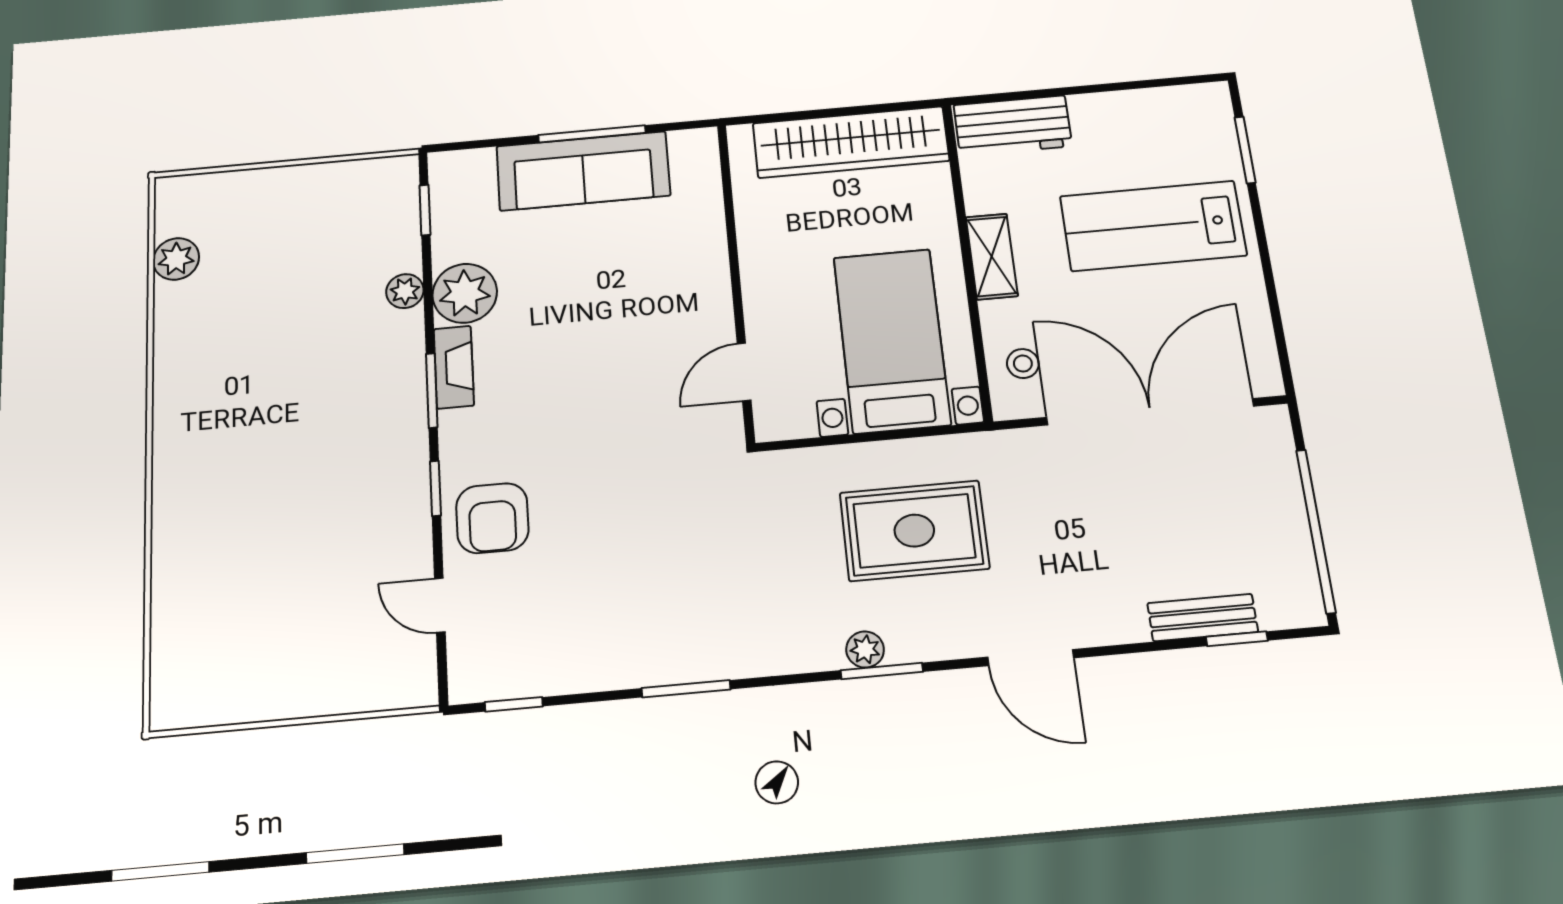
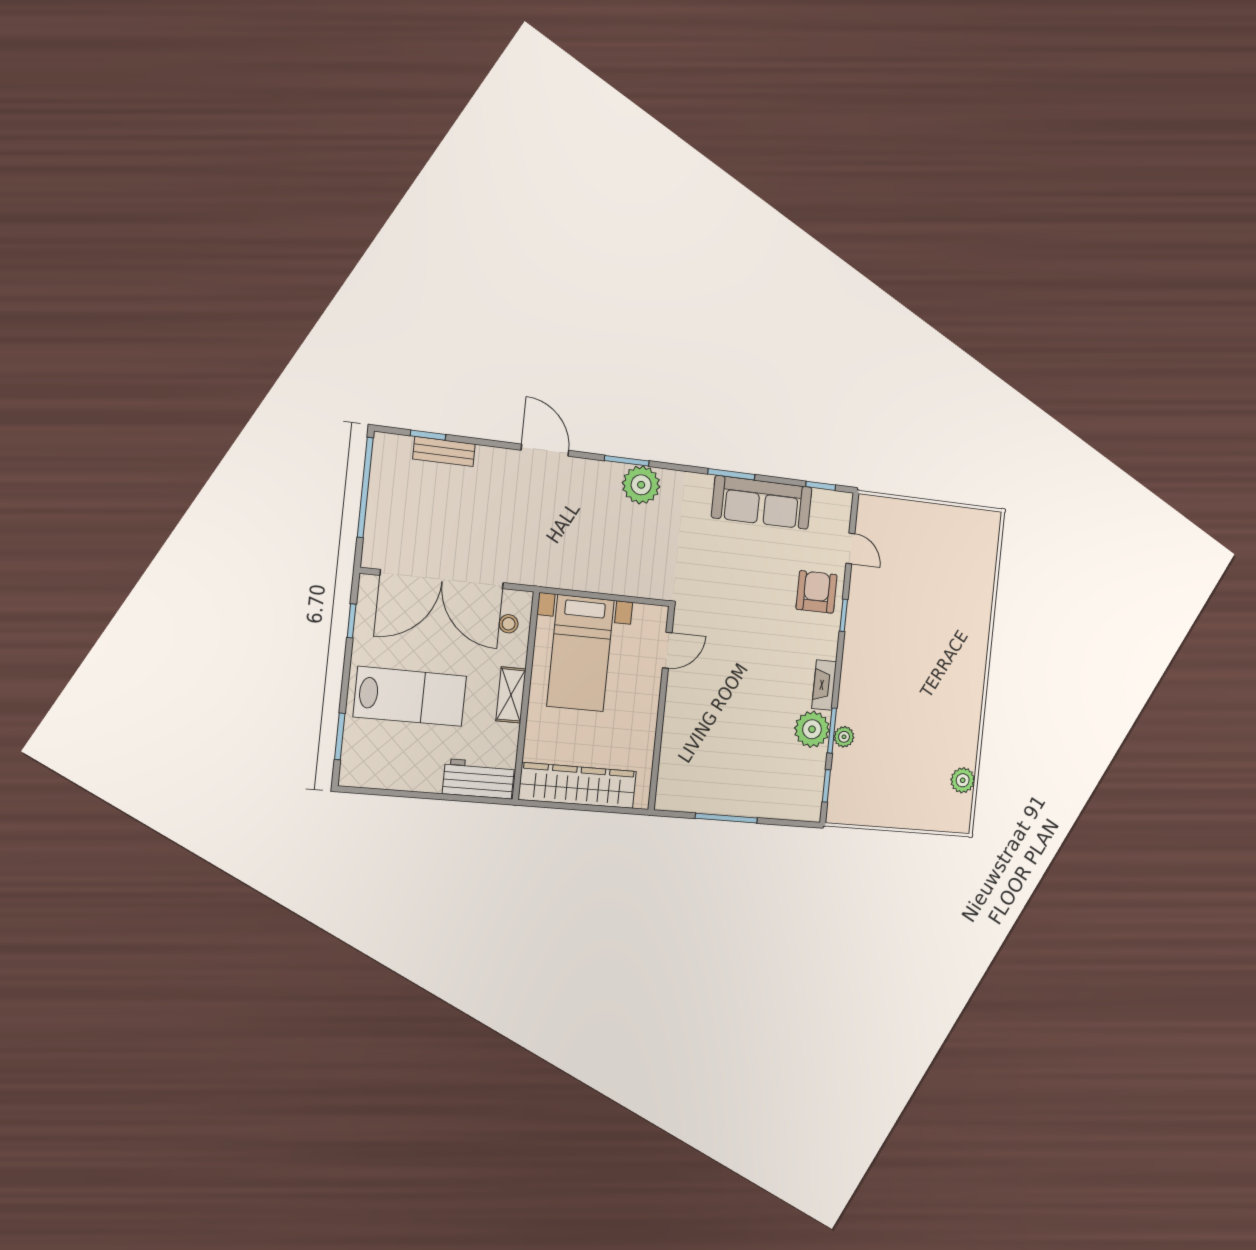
sofa: (583, 171) -> (762, 502), moved, turned 180
window: (1277, 320) -> (352, 621), added
window: (432, 390) -> (832, 731), moved
rug: (914, 531) -> (592, 536), removed
plant: (865, 649) -> (641, 485), width x1.88, depth x1.88

